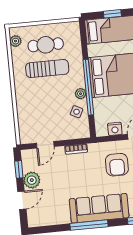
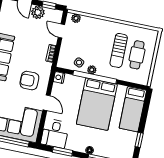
window: (112, 14) -> (145, 113), removed
plant: (16, 41) -> (76, 18), moved
nightstand: (115, 129) -> (59, 78), moved

